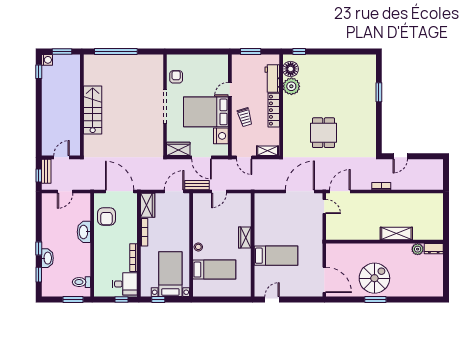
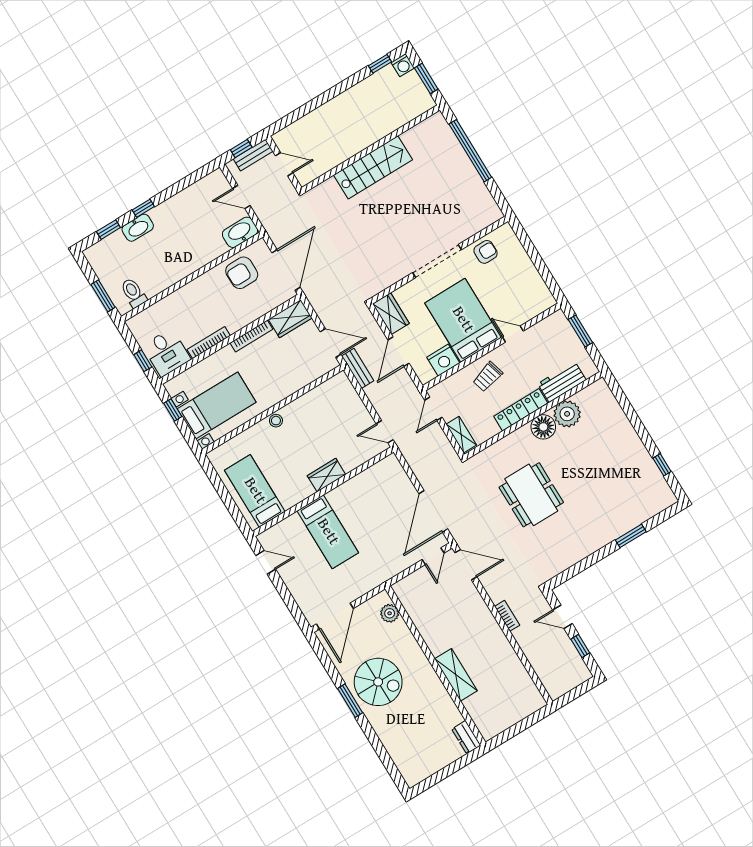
window: (299, 52) -> (662, 465), moved
floor lamp: (291, 69) -> (543, 427), moved
dining table: (323, 133) -> (531, 495), width x1.37
window: (422, 156) -> (580, 646), added
door: (219, 191) -> (385, 432), moved
door: (300, 191) -> (433, 511), swing flipped
washbasin: (84, 232) -> (240, 232), moved
plant: (418, 249) -> (390, 613), moved
bed: (214, 270) -> (255, 491), moved, turned 180

